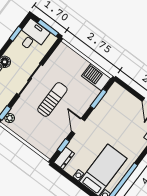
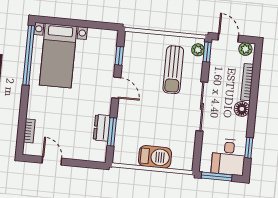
barbecue: (96, 77) -> (155, 157), moved
sun lounger: (52, 99) -> (173, 70), moved
dresser: (64, 158) -> (102, 128), moved

